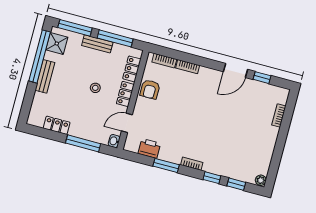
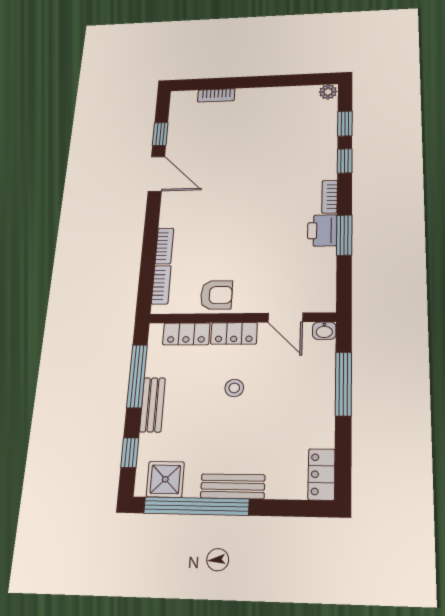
window: (75, 28) -> (130, 453), width x0.46
locker: (57, 125) -> (321, 474), moved
printer: (149, 148) -> (322, 231), moved

